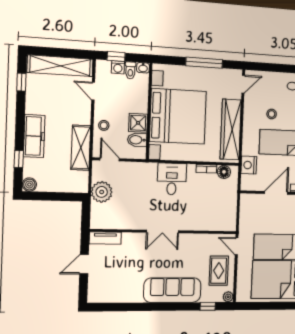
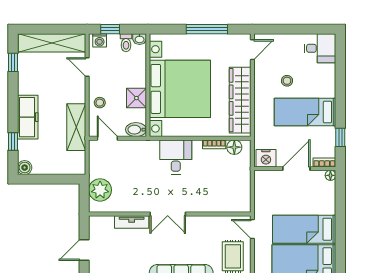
washing machine: (118, 67) -> (100, 40), moved
bidet: (137, 140) -> (136, 130), moved
nightstand: (249, 165) -> (266, 158), moved, turned -90
plant: (102, 192) -> (100, 190), moved
tv unit: (105, 238) -> (132, 222), moved

